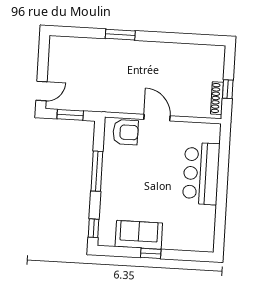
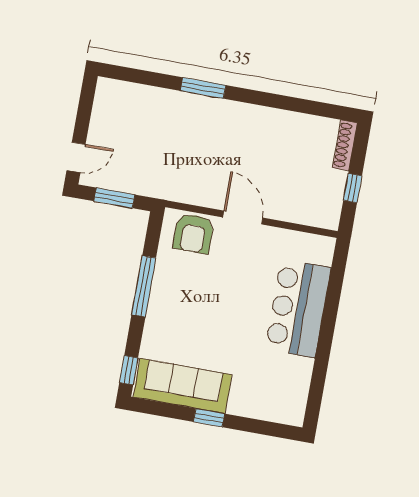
shoe rack: (217, 98) -> (345, 145), moved
armchair: (126, 132) -> (193, 233), turned 90
sofa: (139, 235) -> (183, 386), width x1.36

